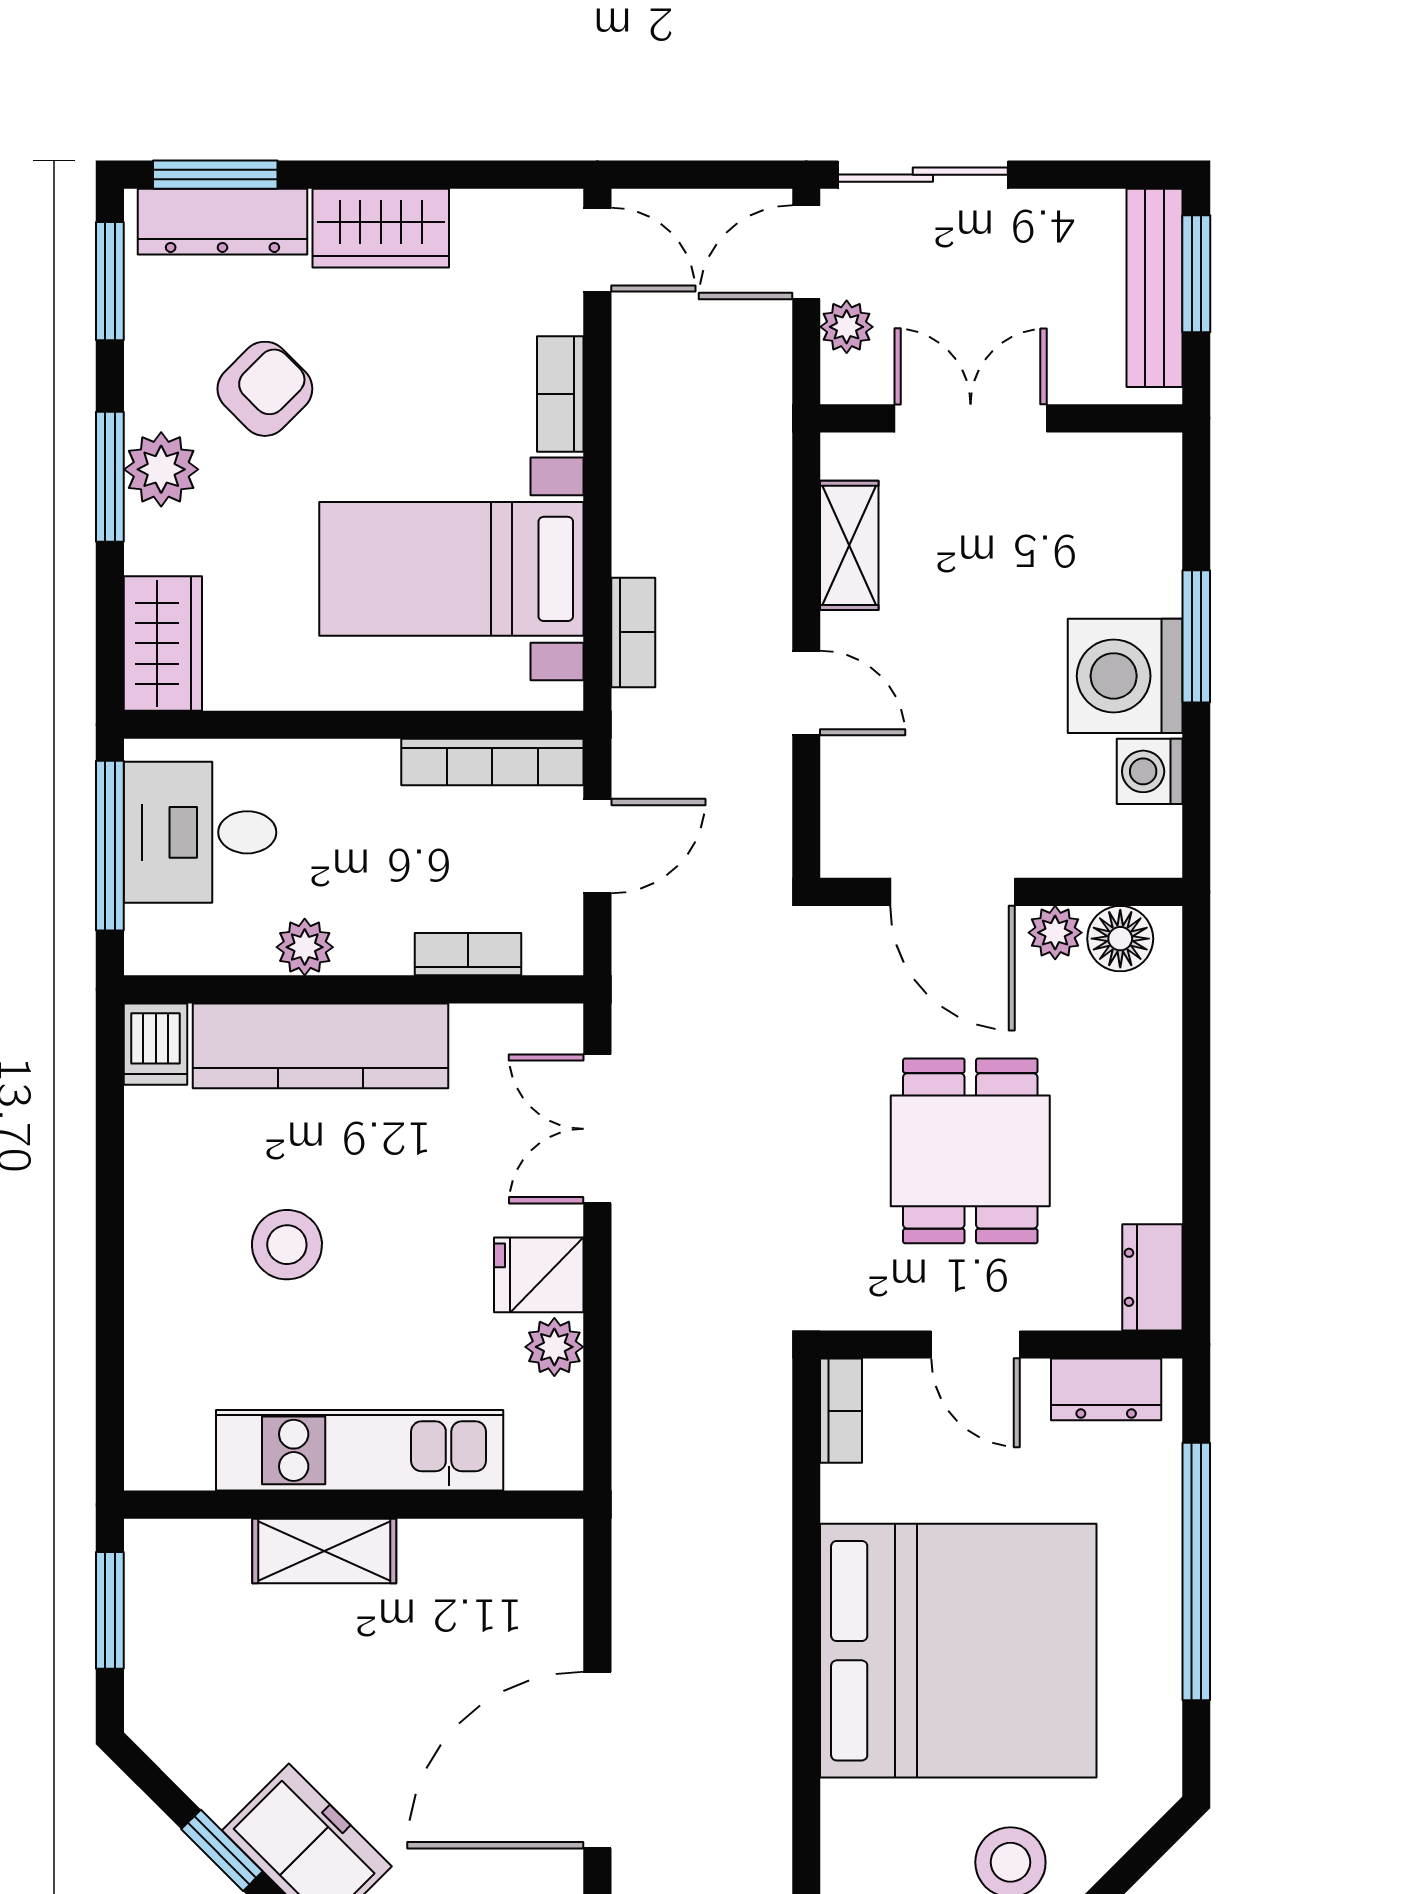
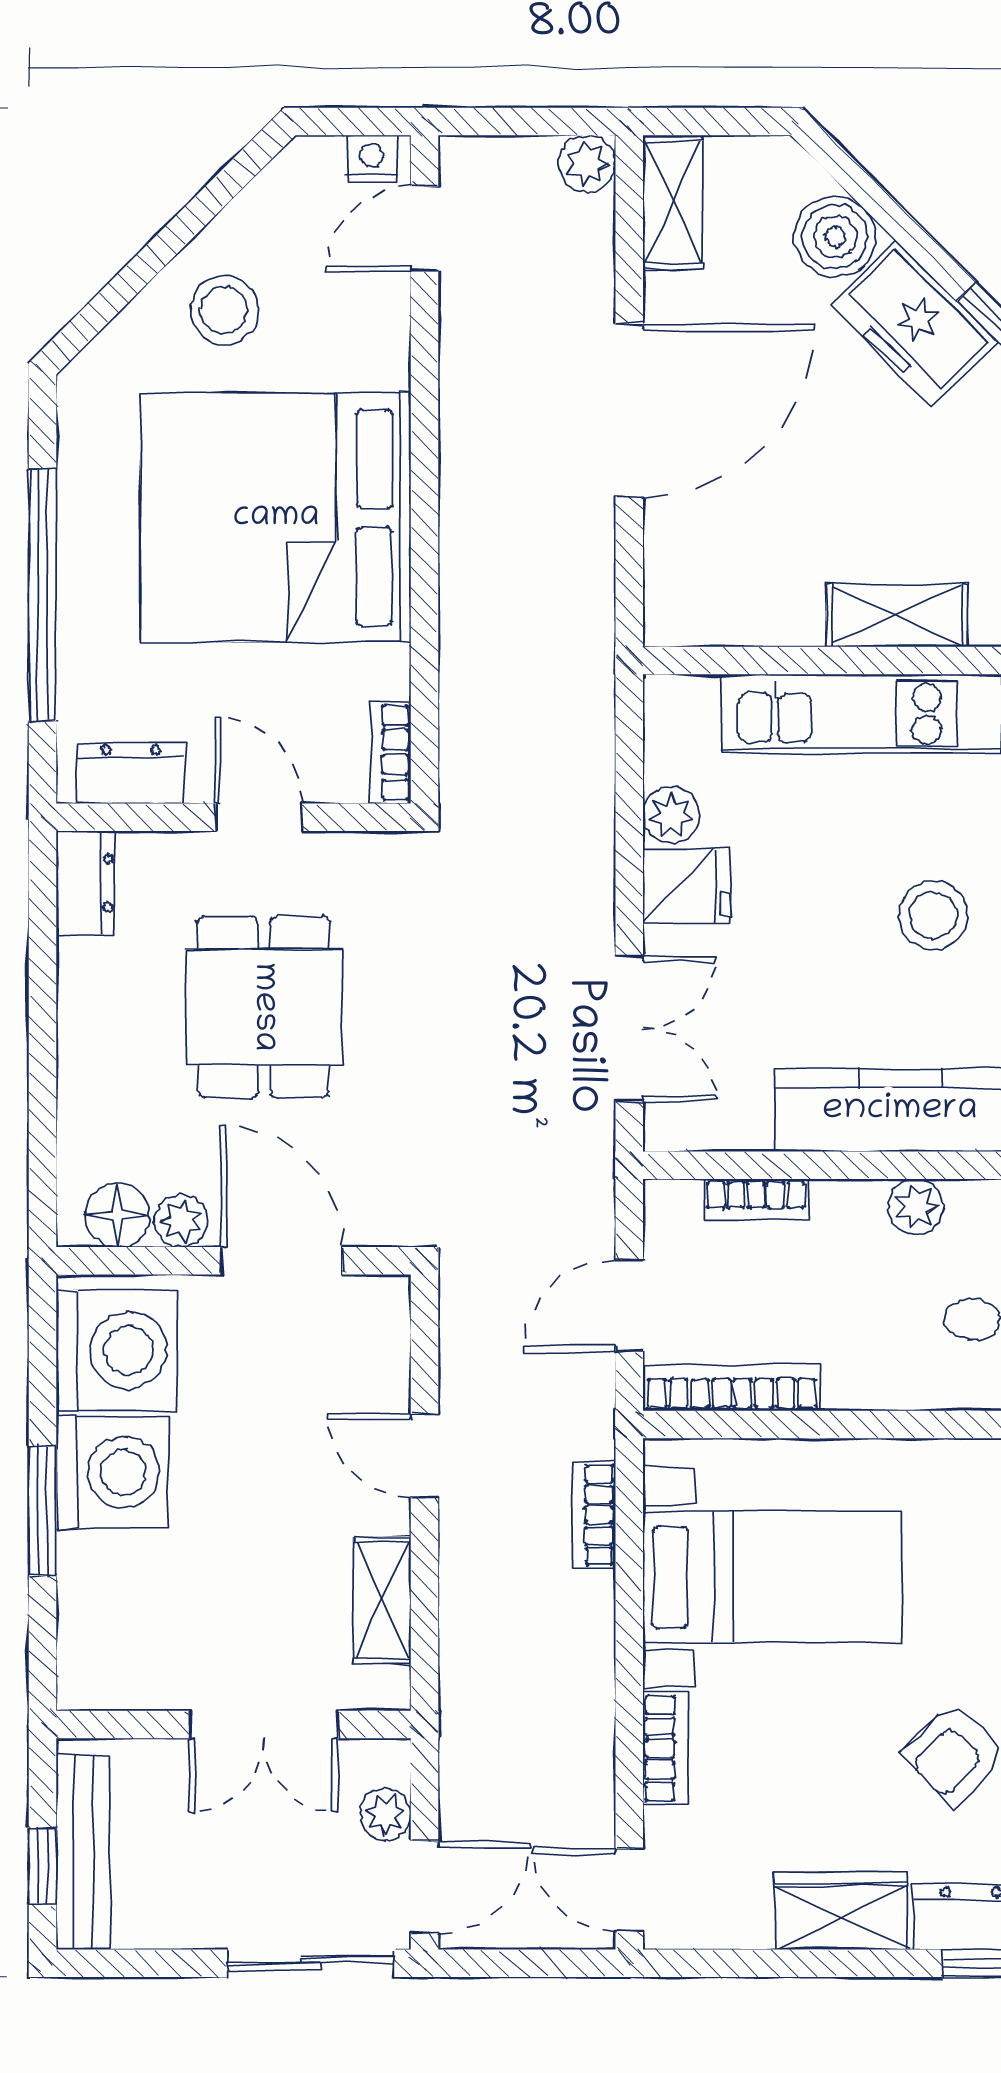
window: (1196, 274) -> (42, 1866), width x0.67
washing machine: (1150, 771) -> (117, 1350), width x1.89, depth x1.89

